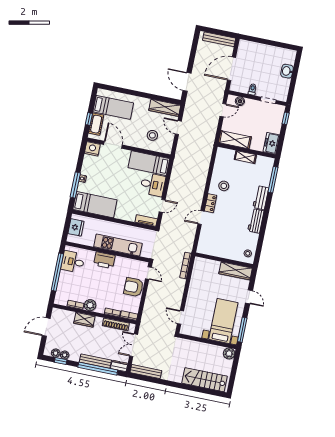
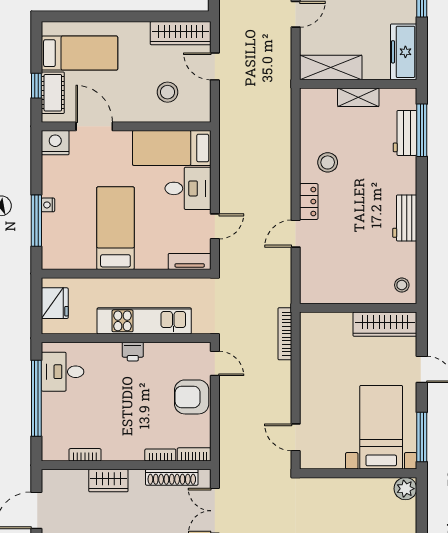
freezer: (271, 143) -> (404, 52), width x1.40
workbench: (261, 198) -> (405, 133), moved
bed: (95, 205) -> (115, 228), moved, turned -90
printer: (104, 260) -> (133, 352), width x0.53, depth x0.68
plant: (90, 305) -> (114, 450), removed

